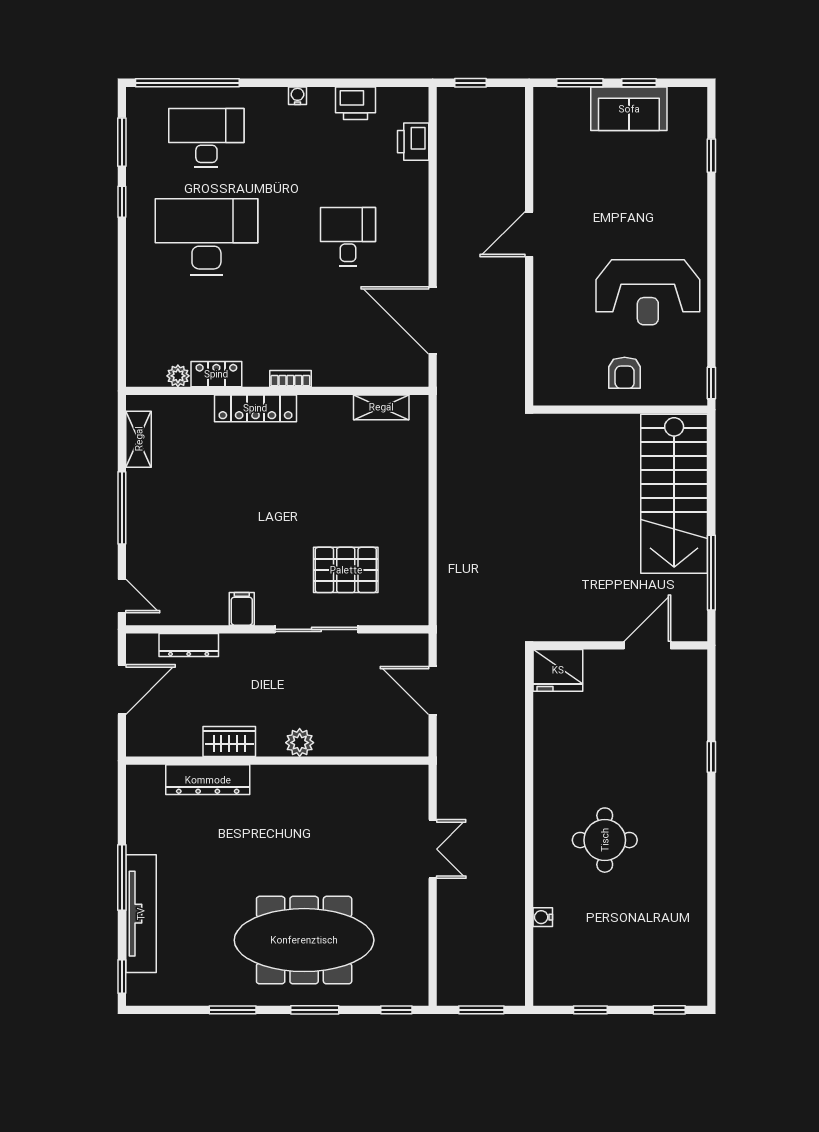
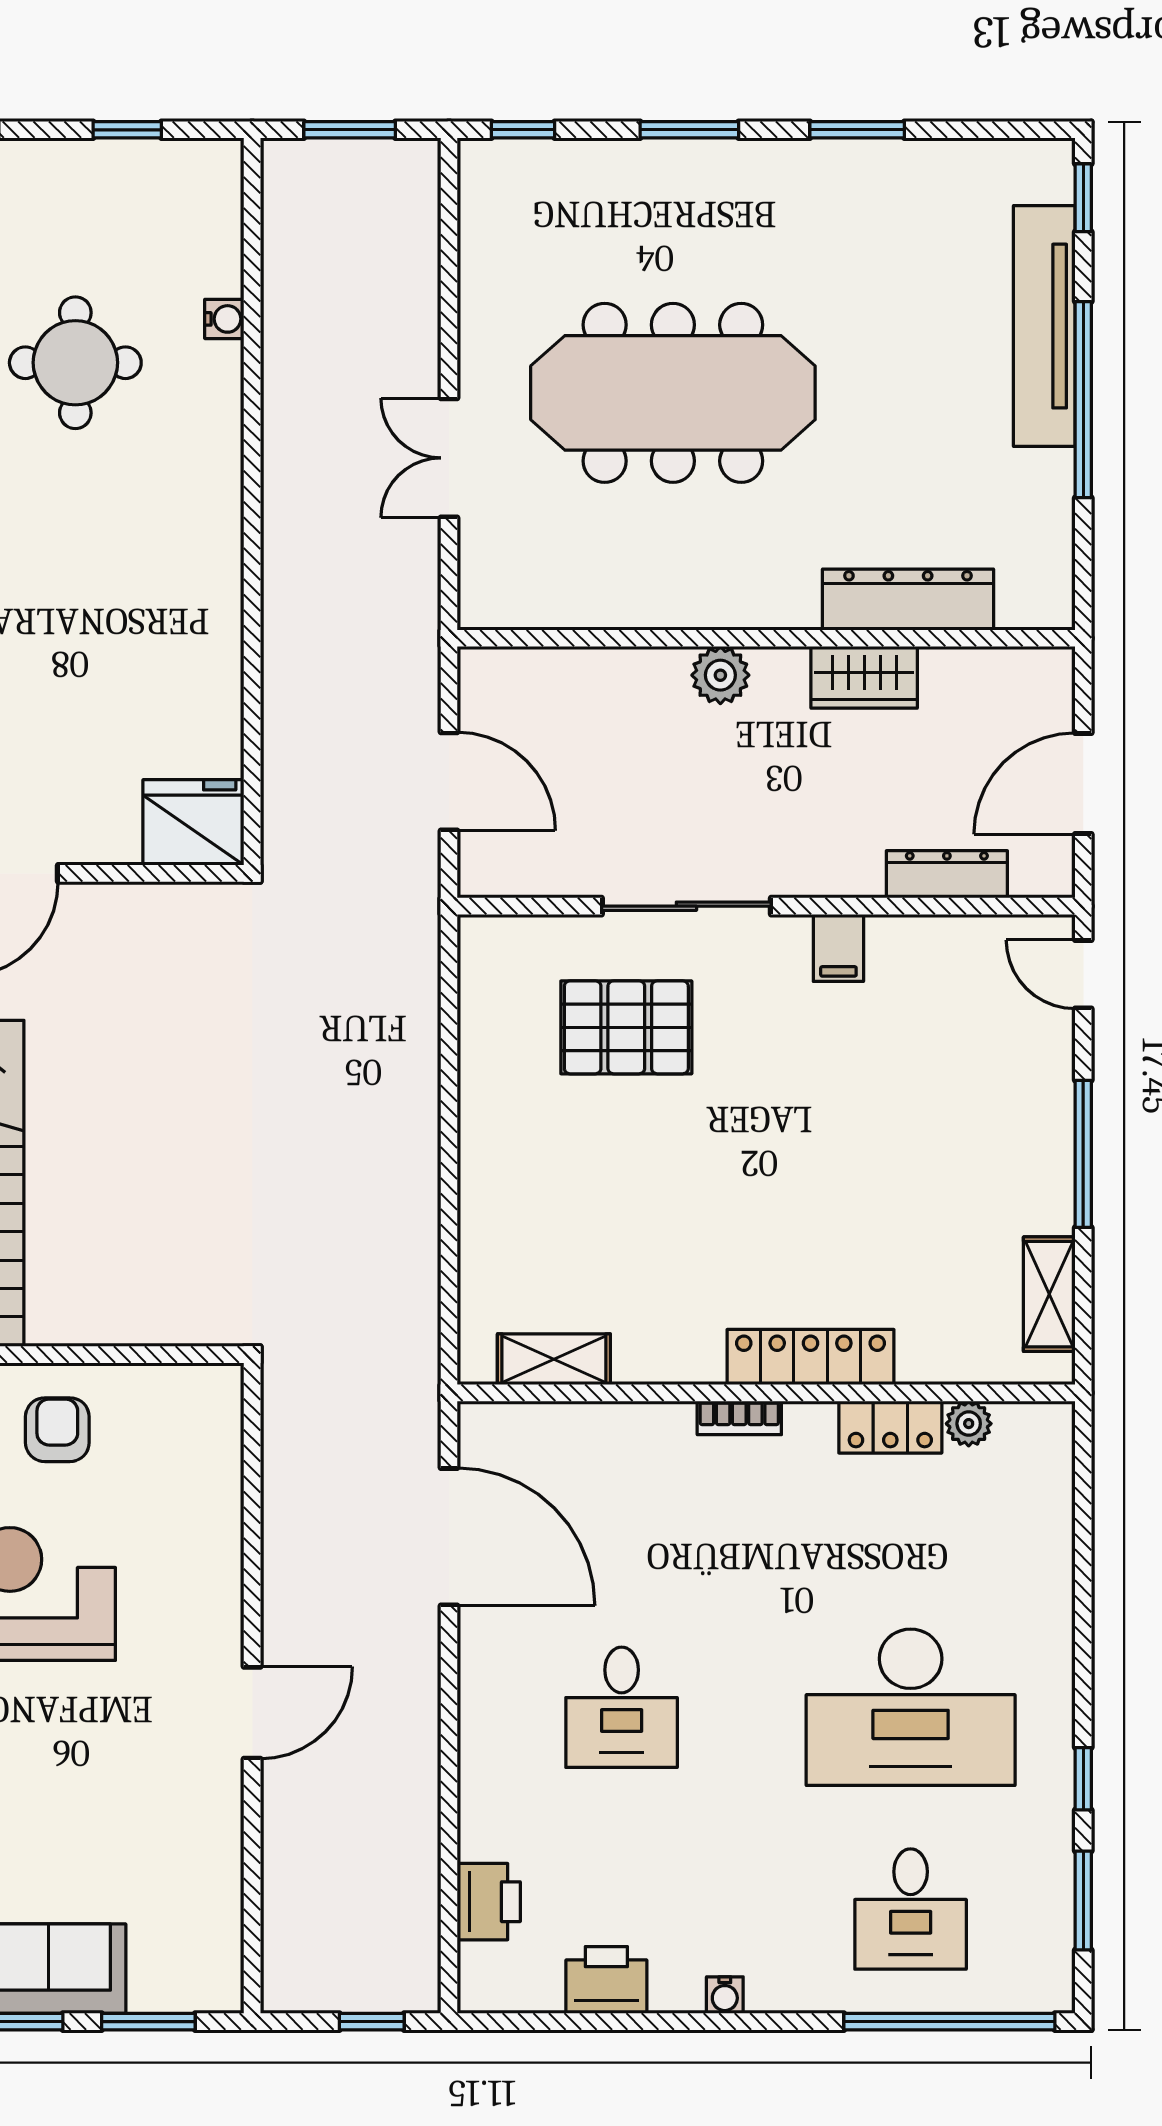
desk: (206, 138) -> (911, 1909), width x0.73
round table: (605, 840) -> (75, 363), moved
window: (122, 878) -> (1083, 400), width x1.46
meeting table: (304, 940) -> (673, 393), moved

